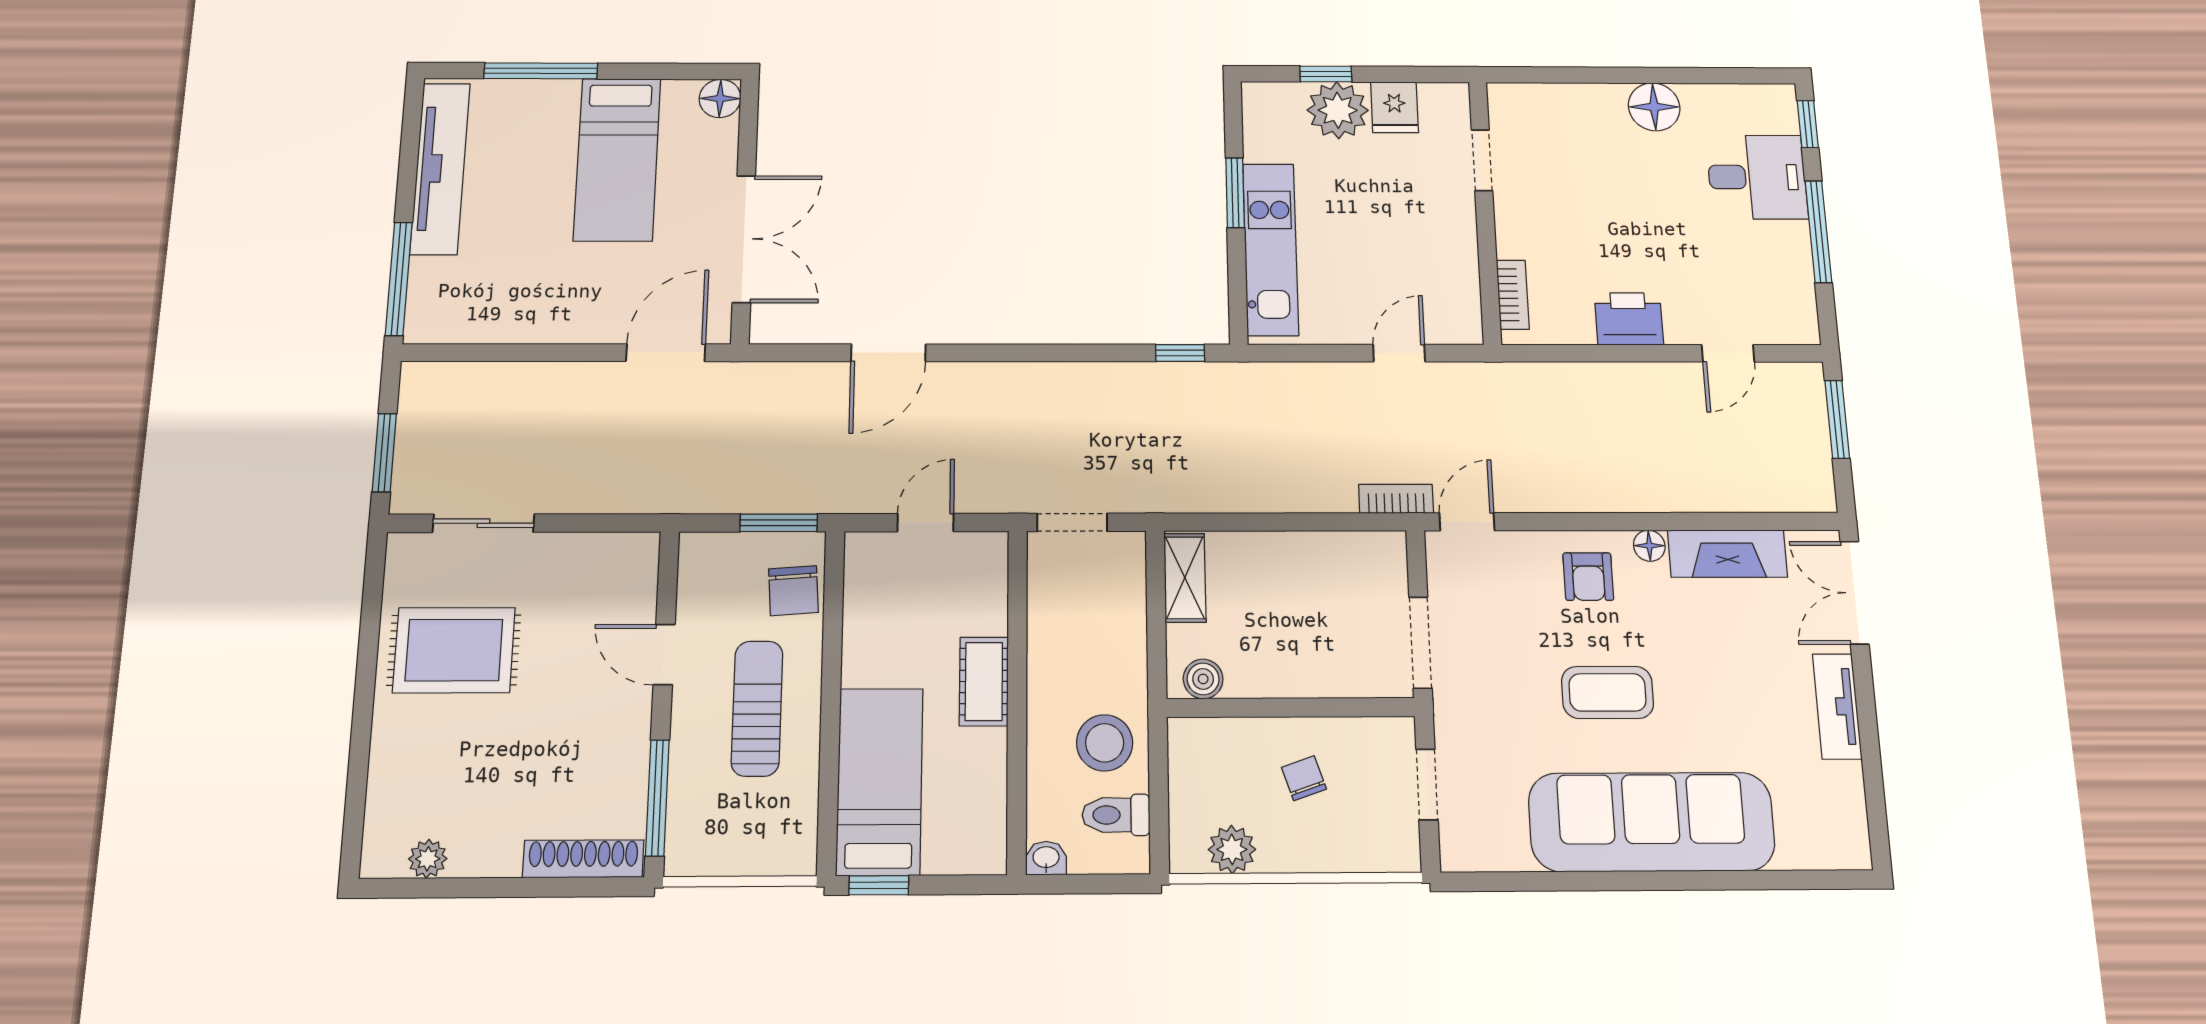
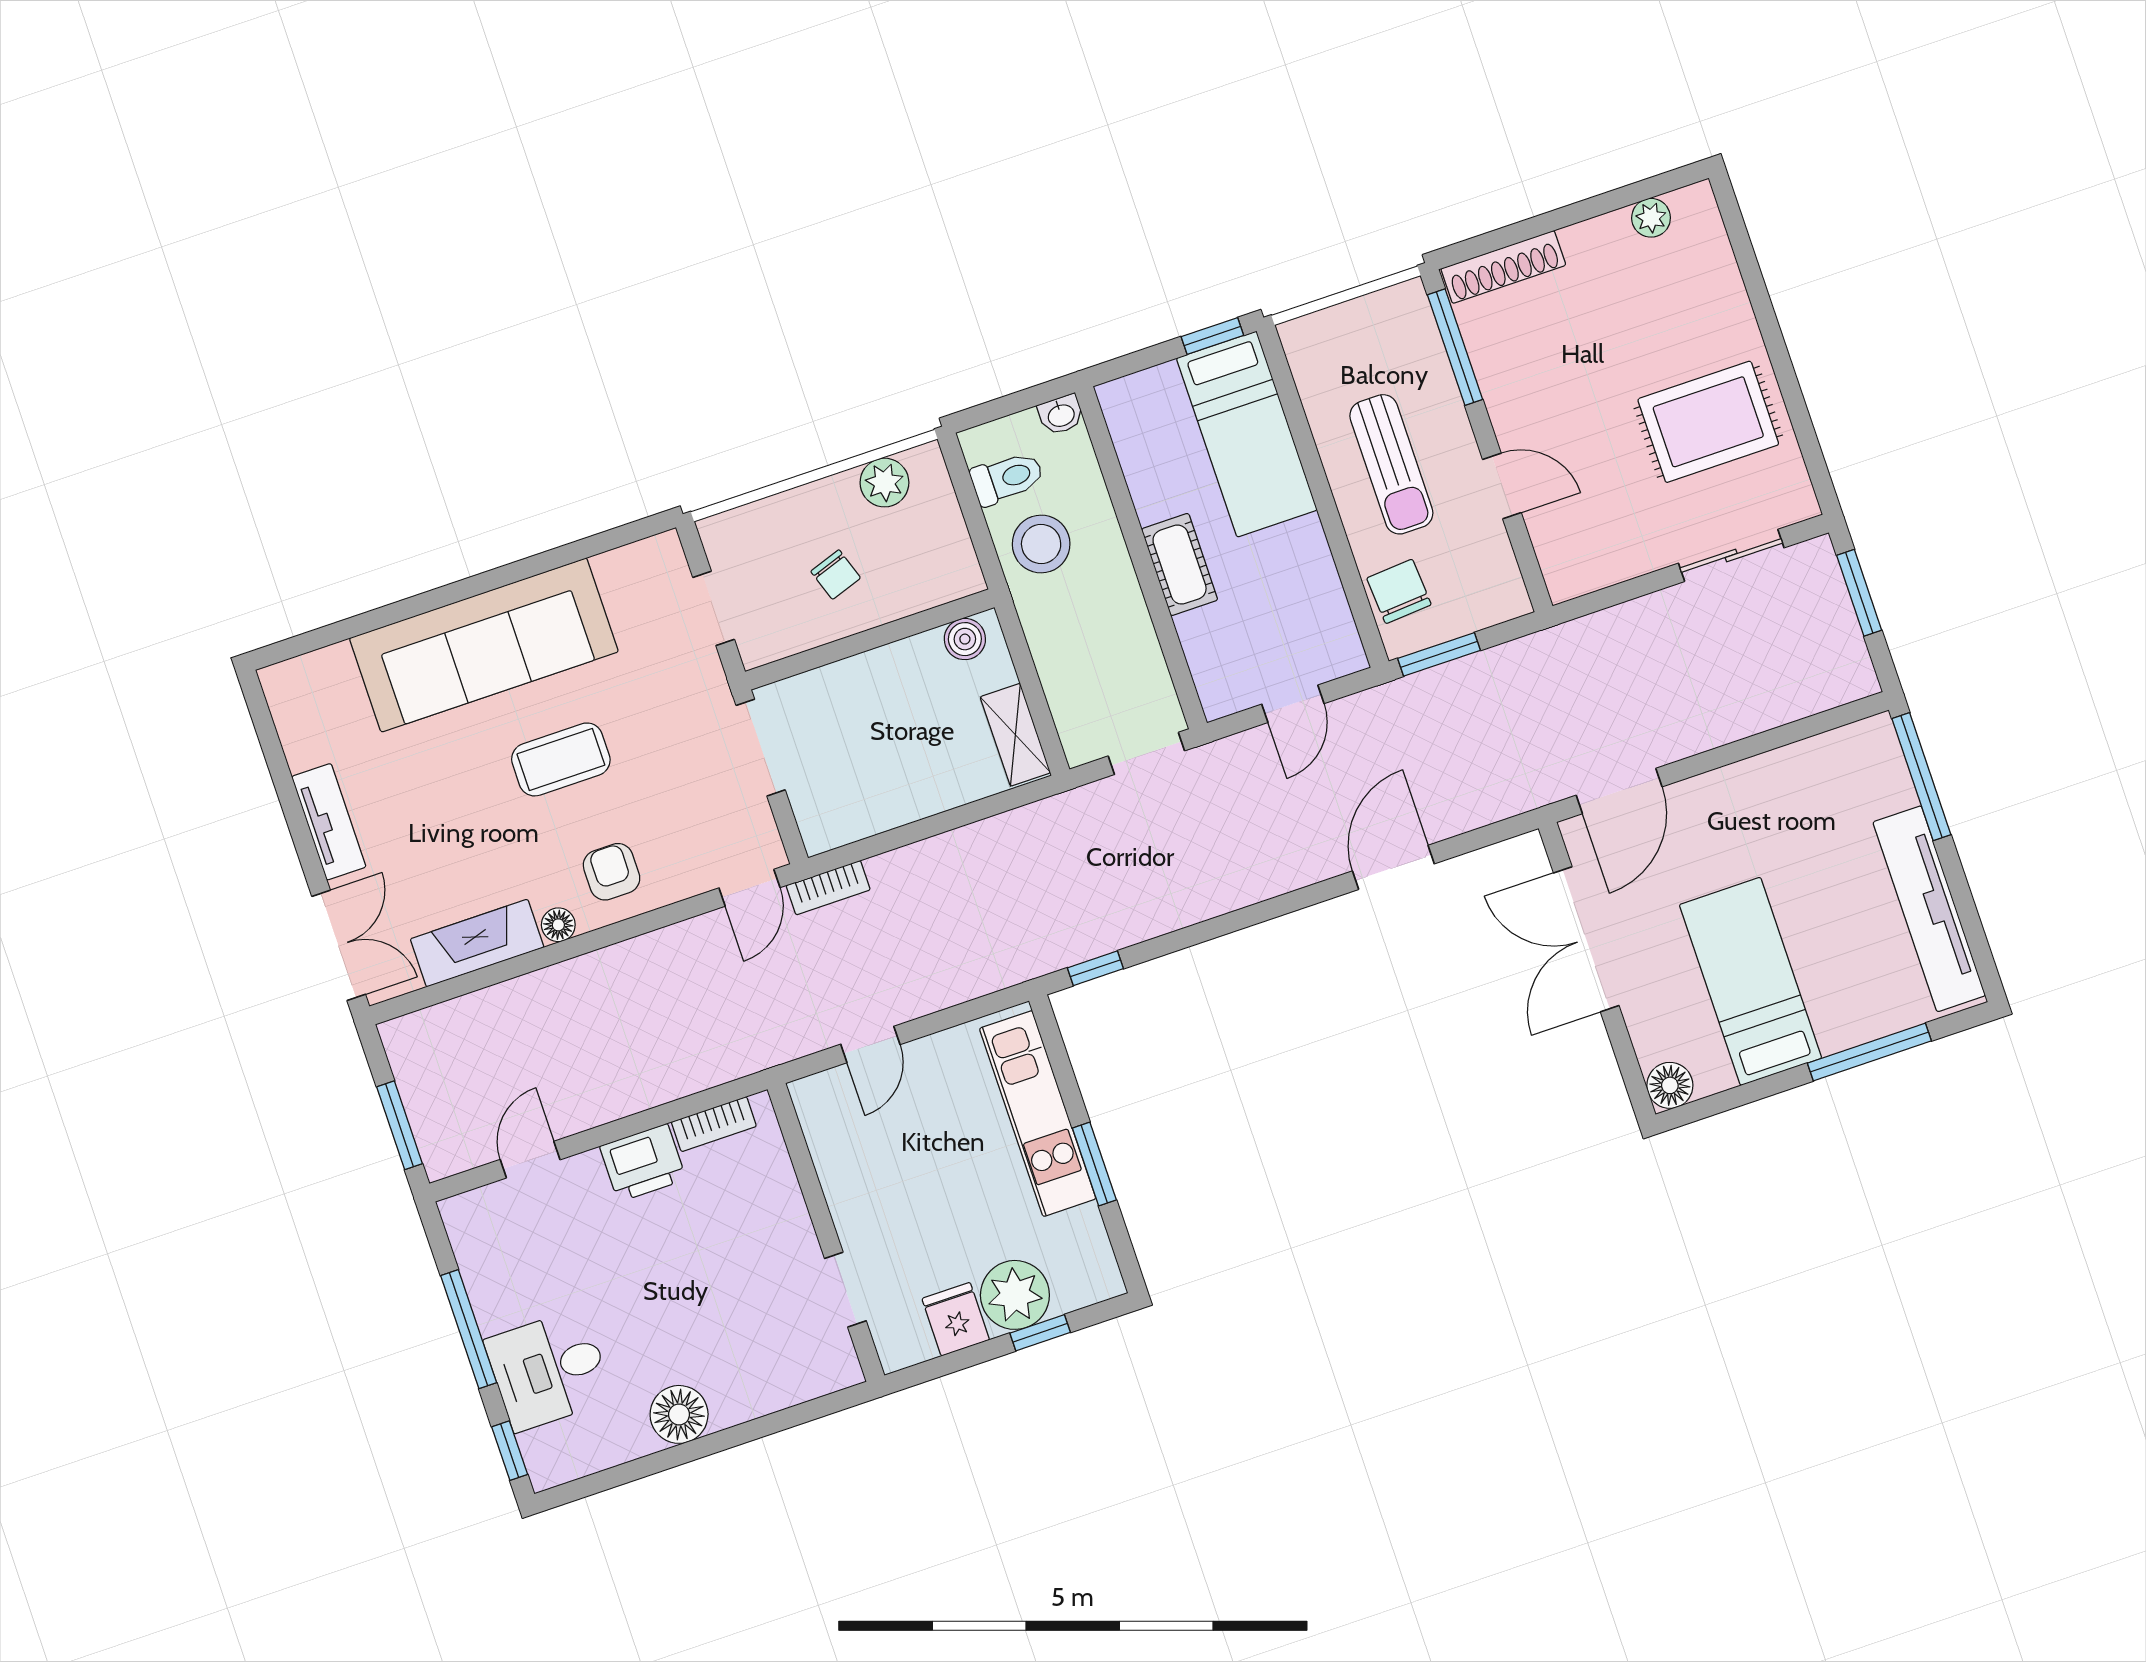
bookcase: (1513, 295) -> (714, 1124), moved, turned -90

